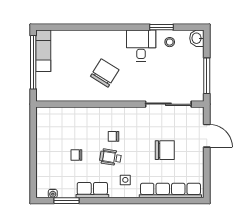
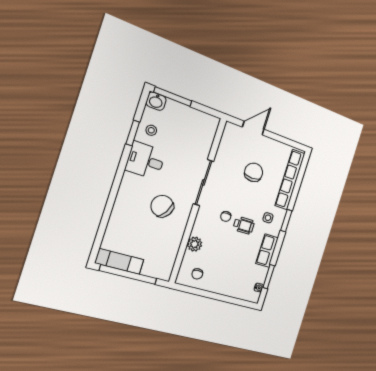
window: (207, 76) -> (173, 97), moved
sliding door: (168, 104) -> (203, 183), moved
plant: (78, 114) -> (195, 244), added
chair: (76, 155) -> (197, 274), moved
wheelchair: (110, 157) -> (244, 225), turned -99
window: (128, 201) -> (286, 221), added

